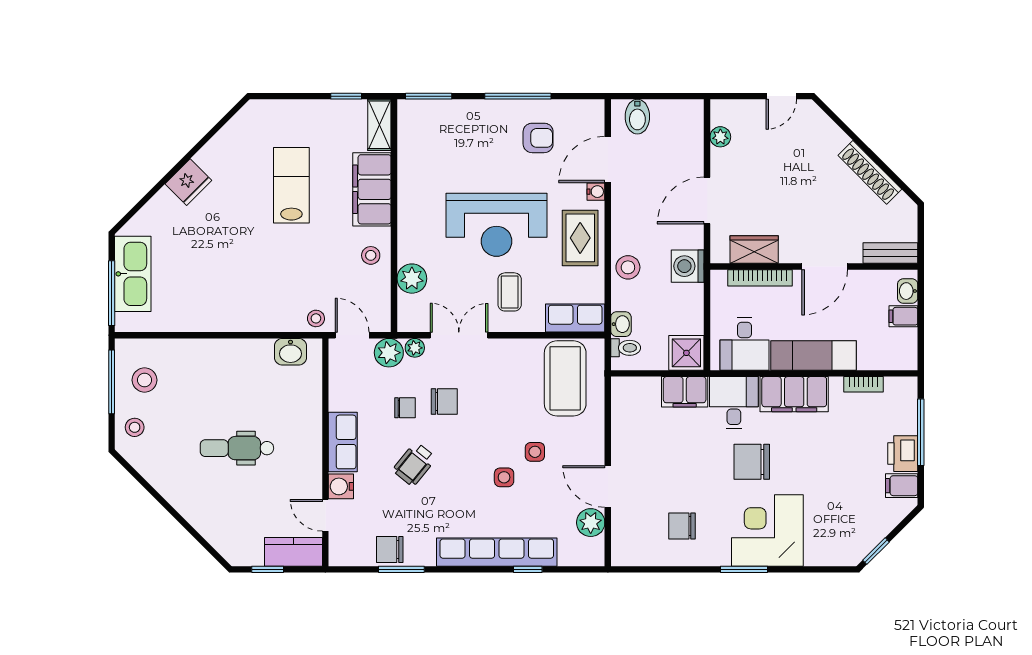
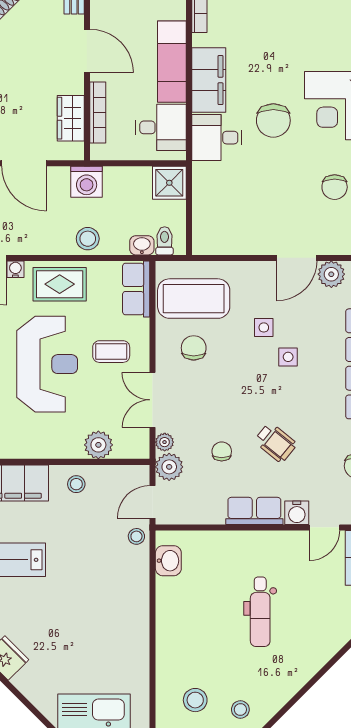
filing cabinet: (685, 392) -> (206, 185), removed
chair: (444, 402) -> (194, 348), moved

